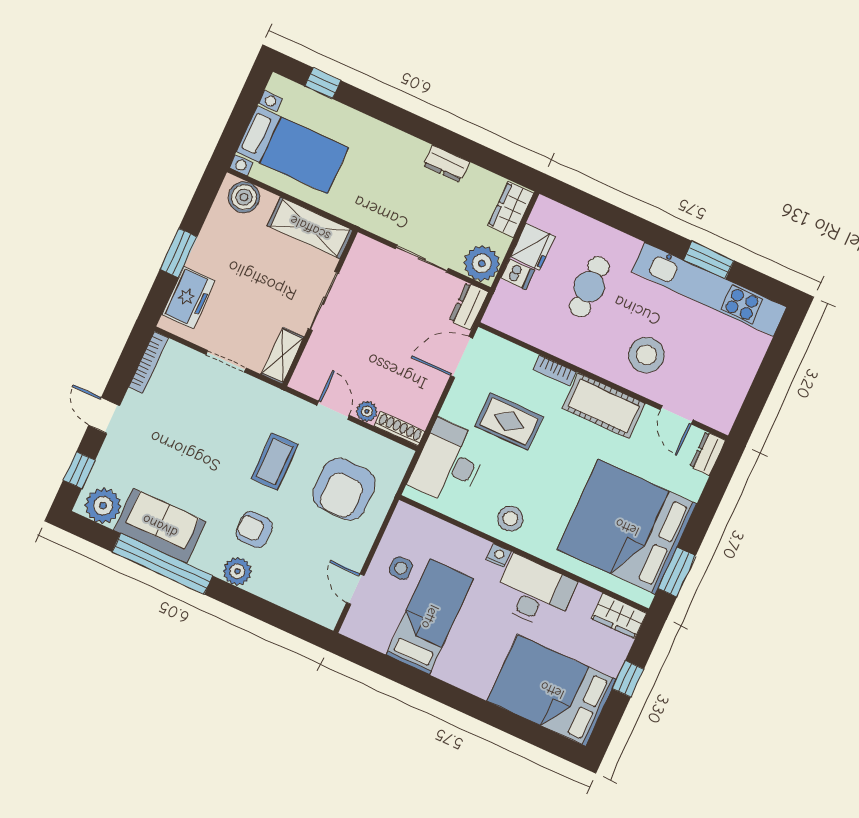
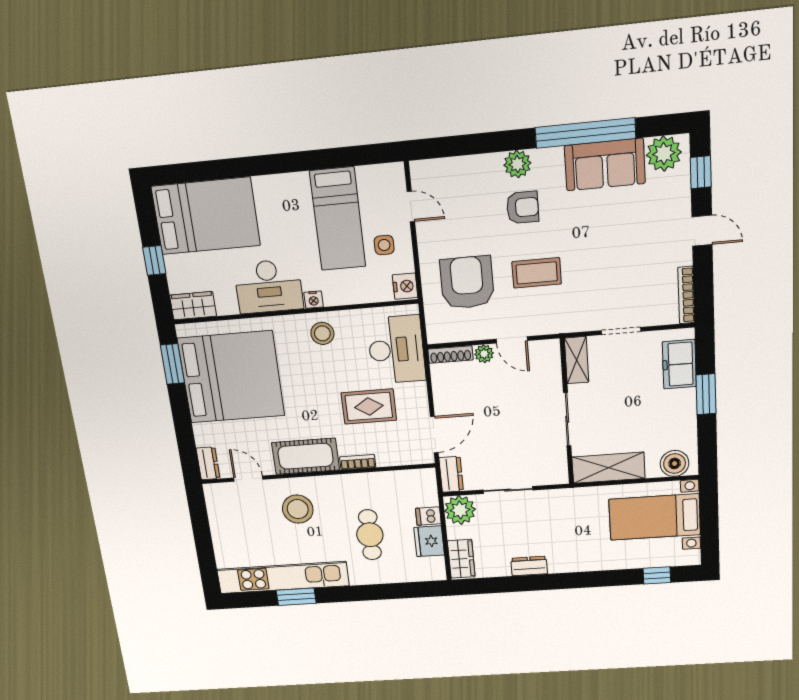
coffee table: (274, 462) -> (537, 273), turned 90
nightstand: (404, 519) -> (405, 286), added

